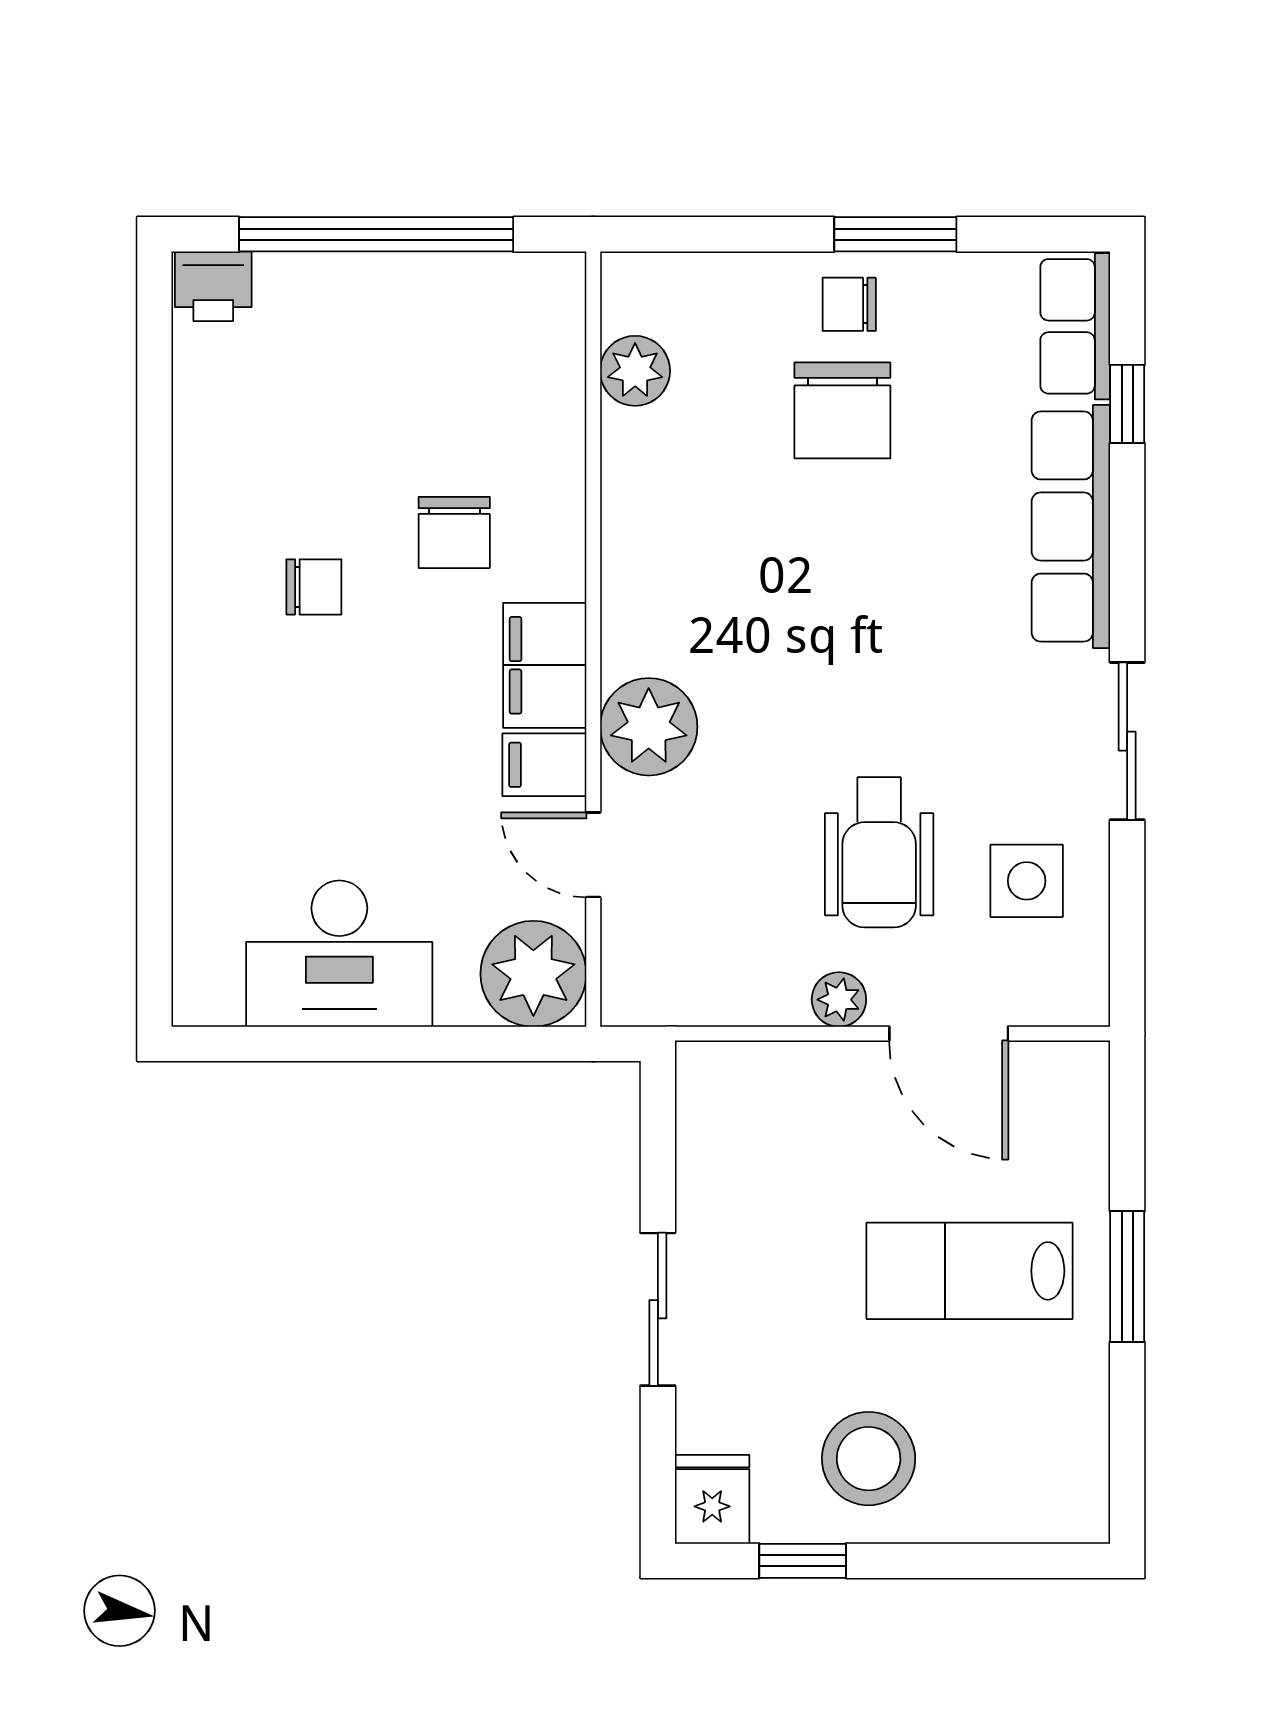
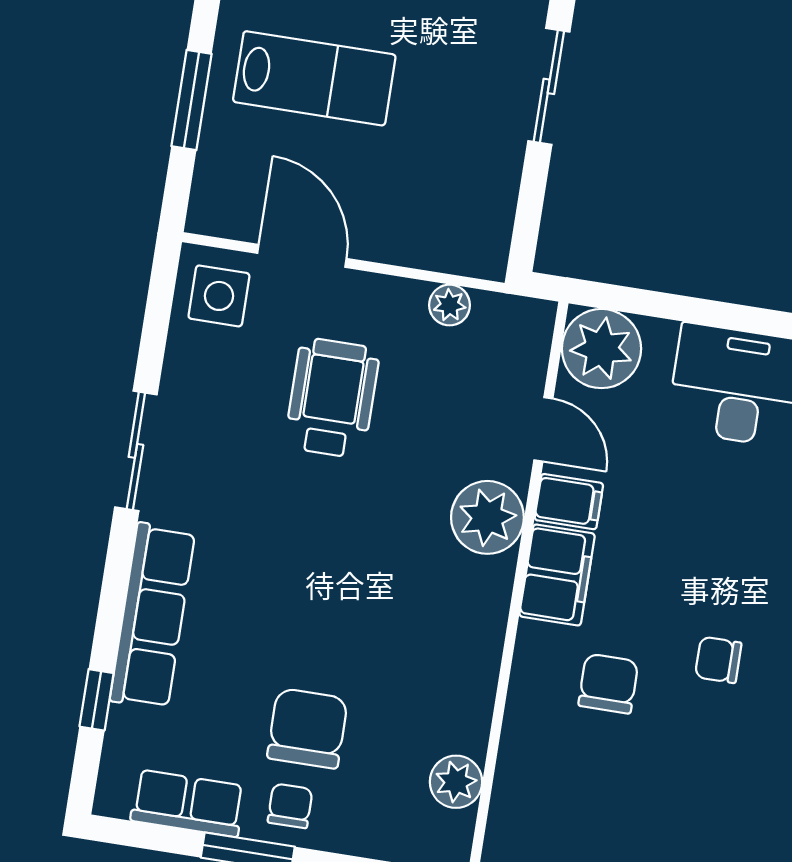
chair: (849, 304) -> (290, 806), turned -90
row of seats: (1075, 326) -> (188, 803), moved, turned -90
side table: (1027, 881) -> (219, 296), moved
plant: (839, 1000) -> (450, 305), moved
window: (1127, 1276) -> (192, 100), moved

